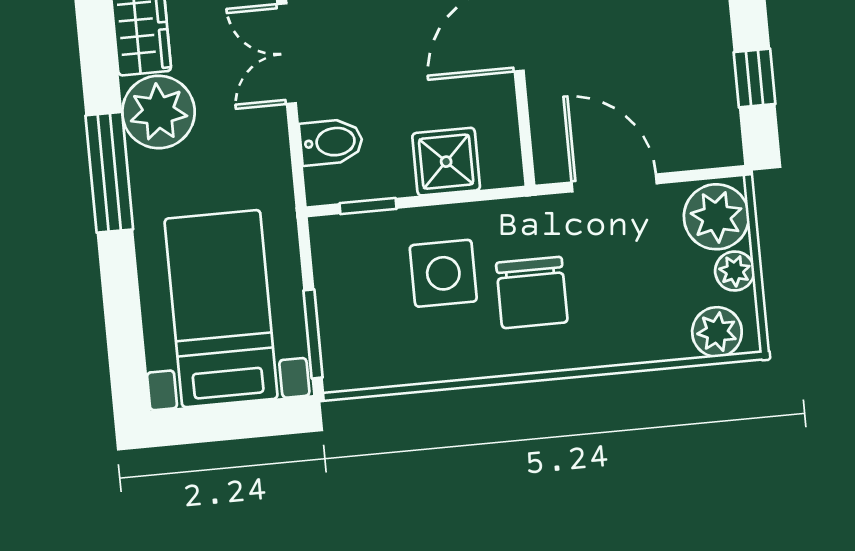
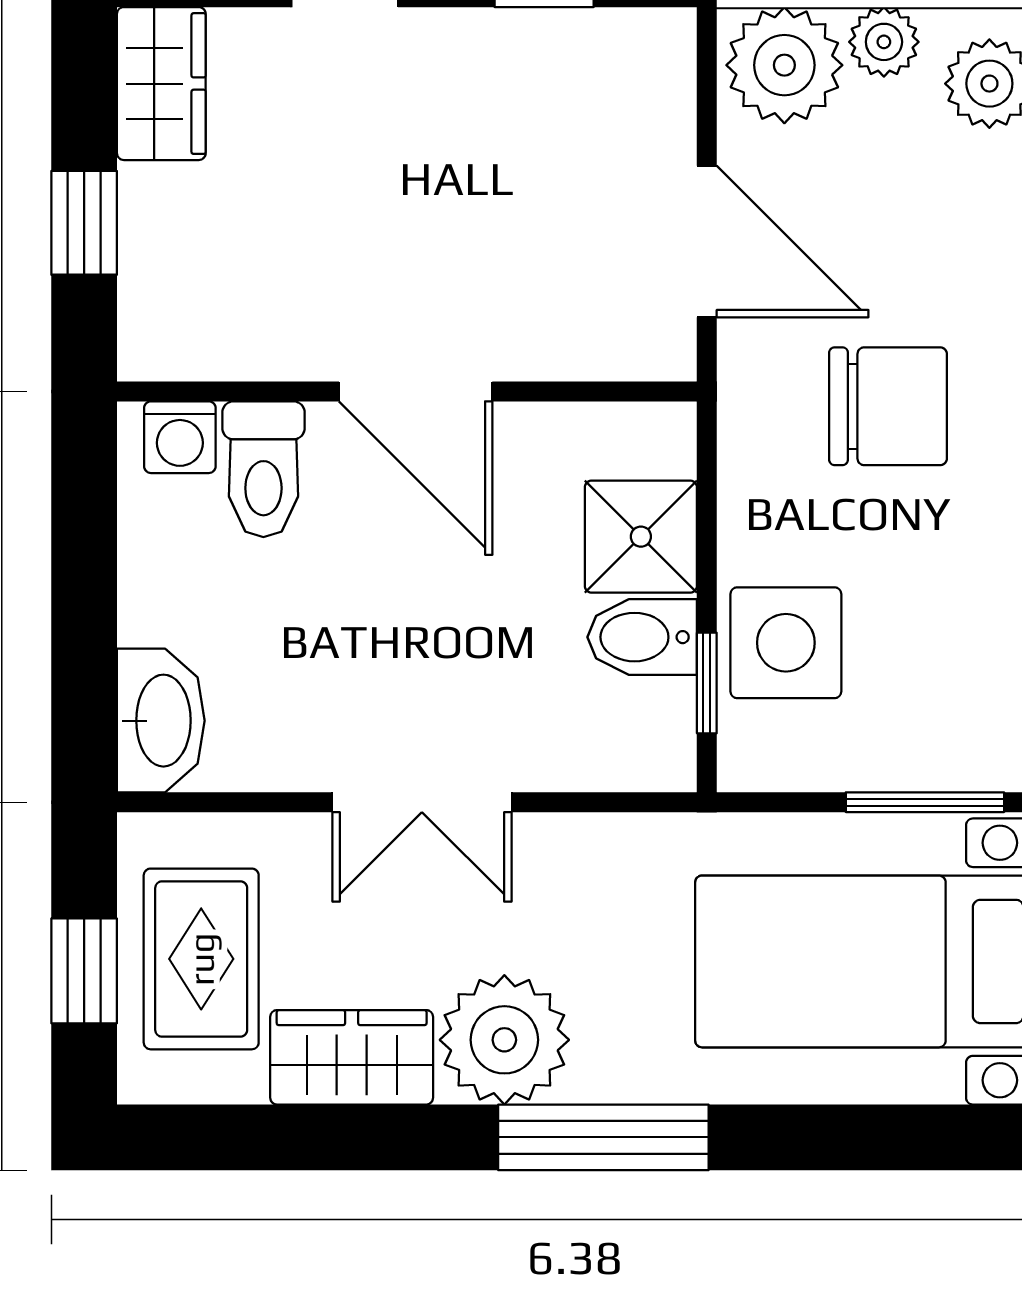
bidet: (331, 142) -> (642, 637), moved, turned -90
door: (614, 183) -> (707, 241), swing flipped
side table: (443, 273) -> (786, 643), moved

